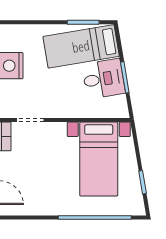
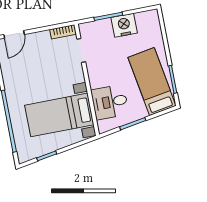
desk: (103, 79) -> (110, 102), moved, turned 100

